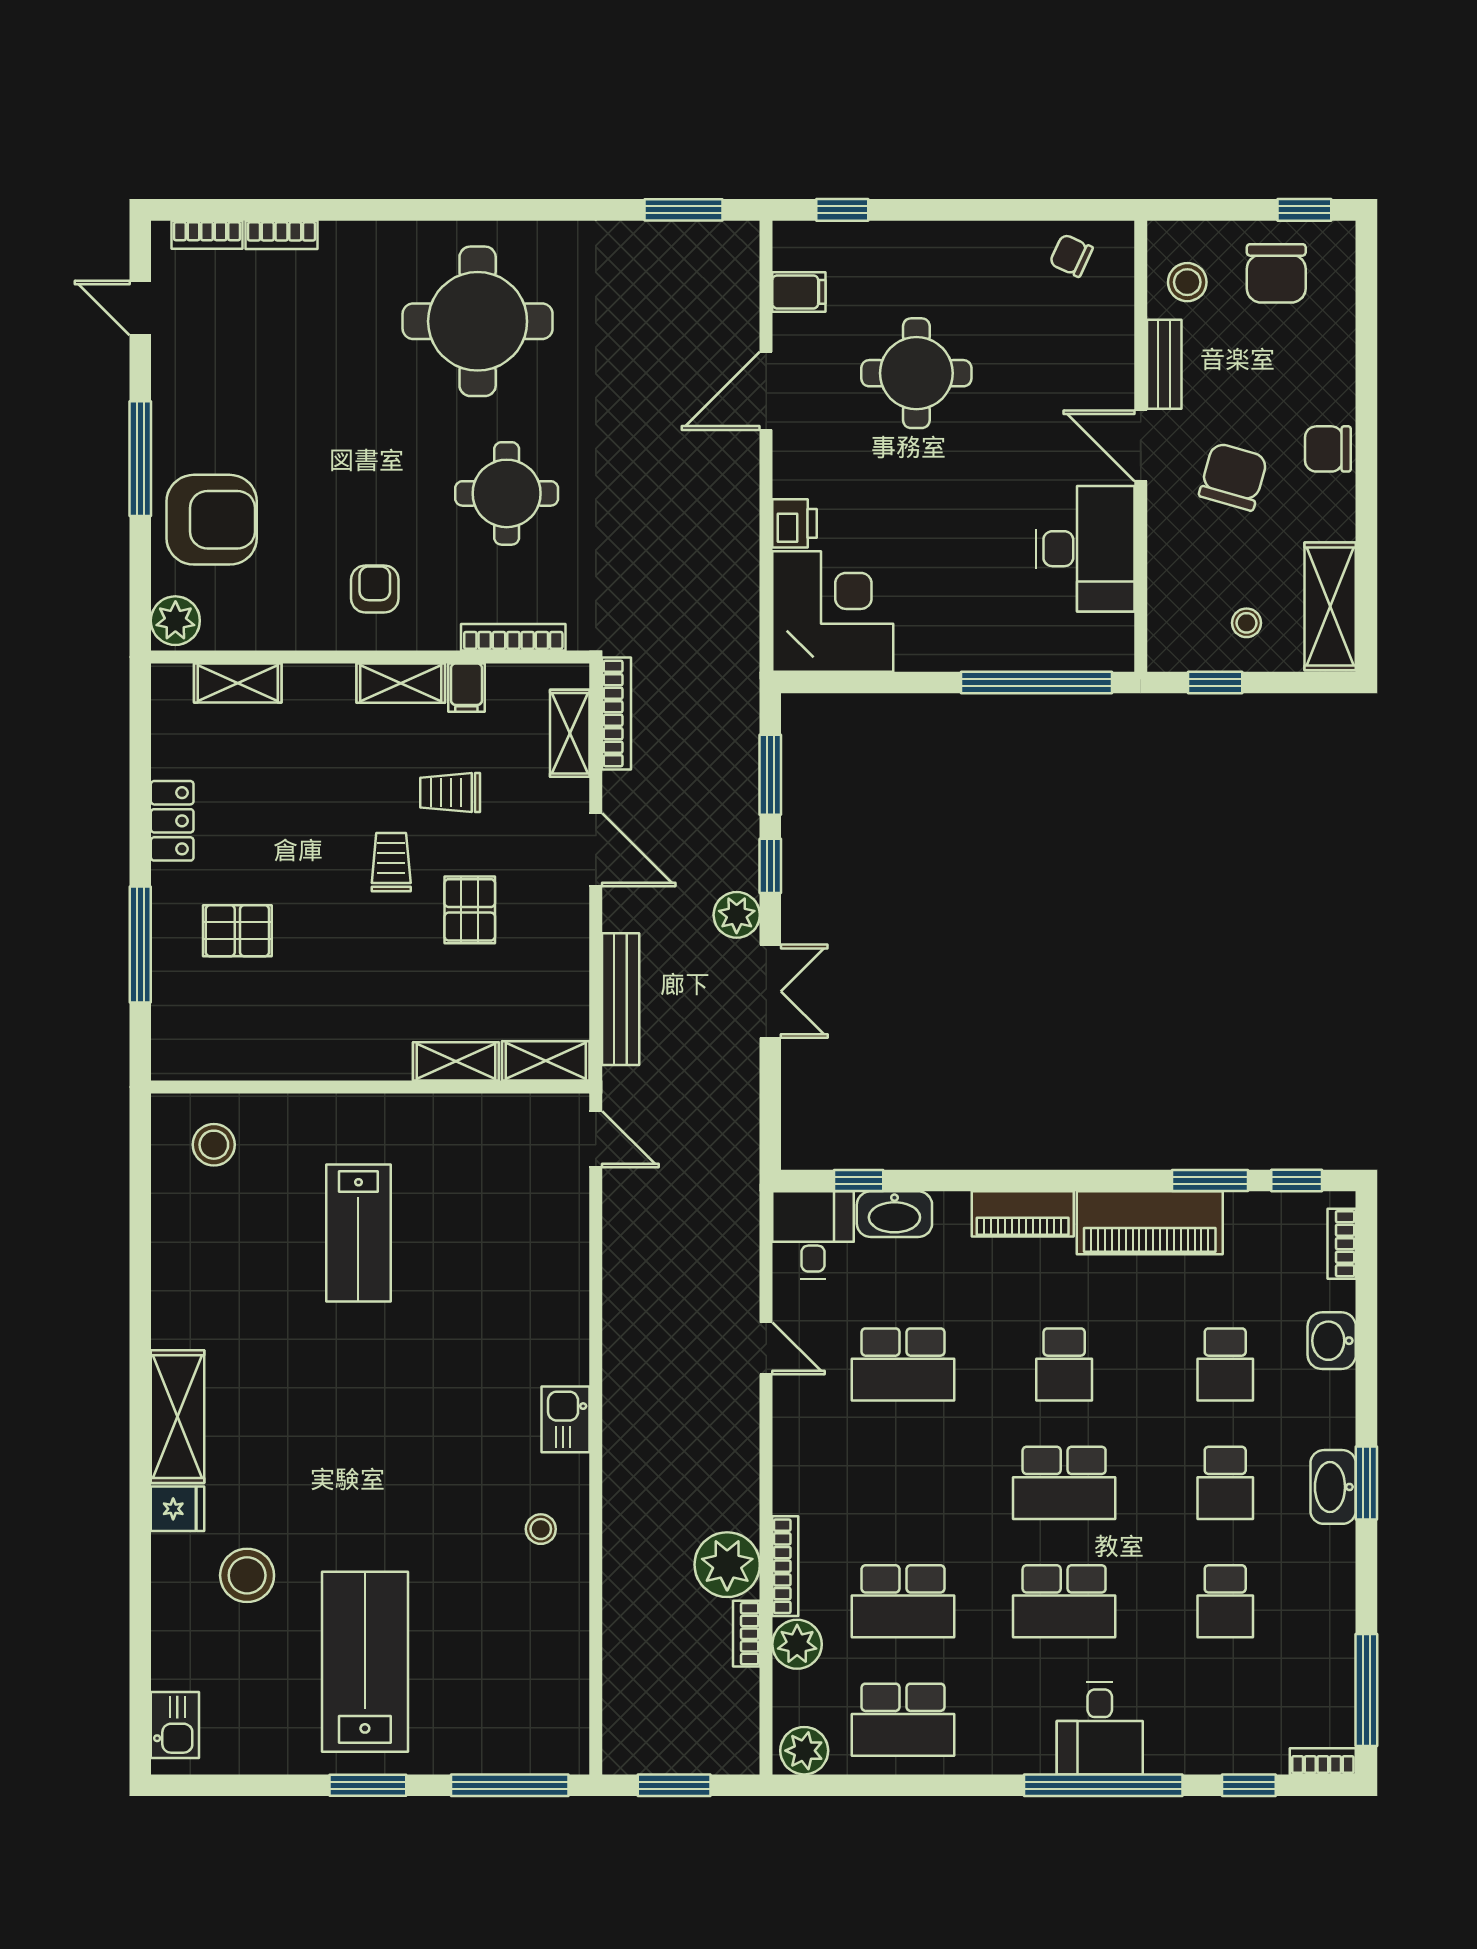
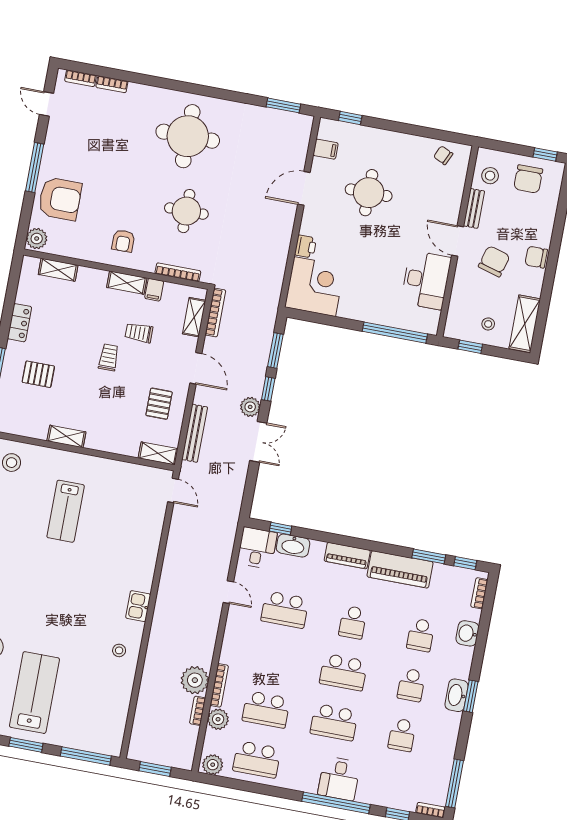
armchair: (375, 589) -> (123, 241), turned 180
pallet: (470, 910) -> (159, 404), moved
shelving: (456, 1061) -> (66, 436), moved

